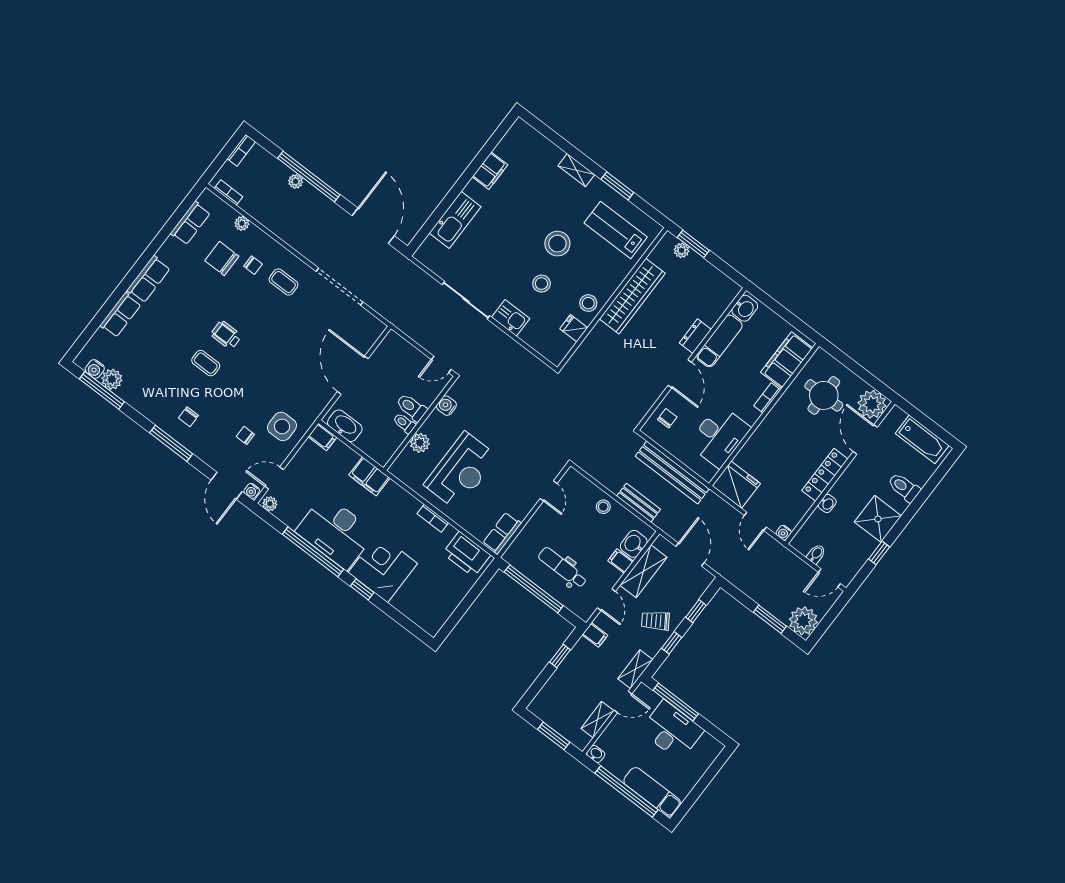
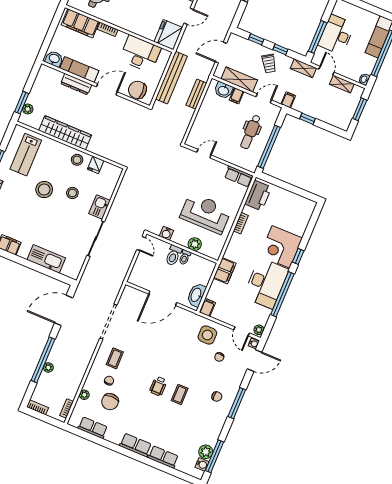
dresser: (695, 336) -> (76, 84), width x1.44
chair: (667, 418) -> (137, 90), width x1.87, depth x1.87
stool: (603, 507) -> (205, 116), removed

